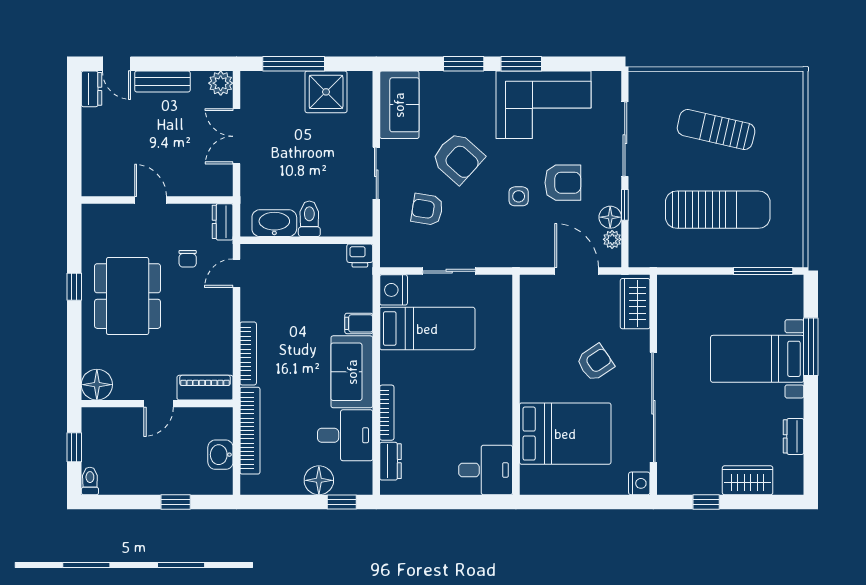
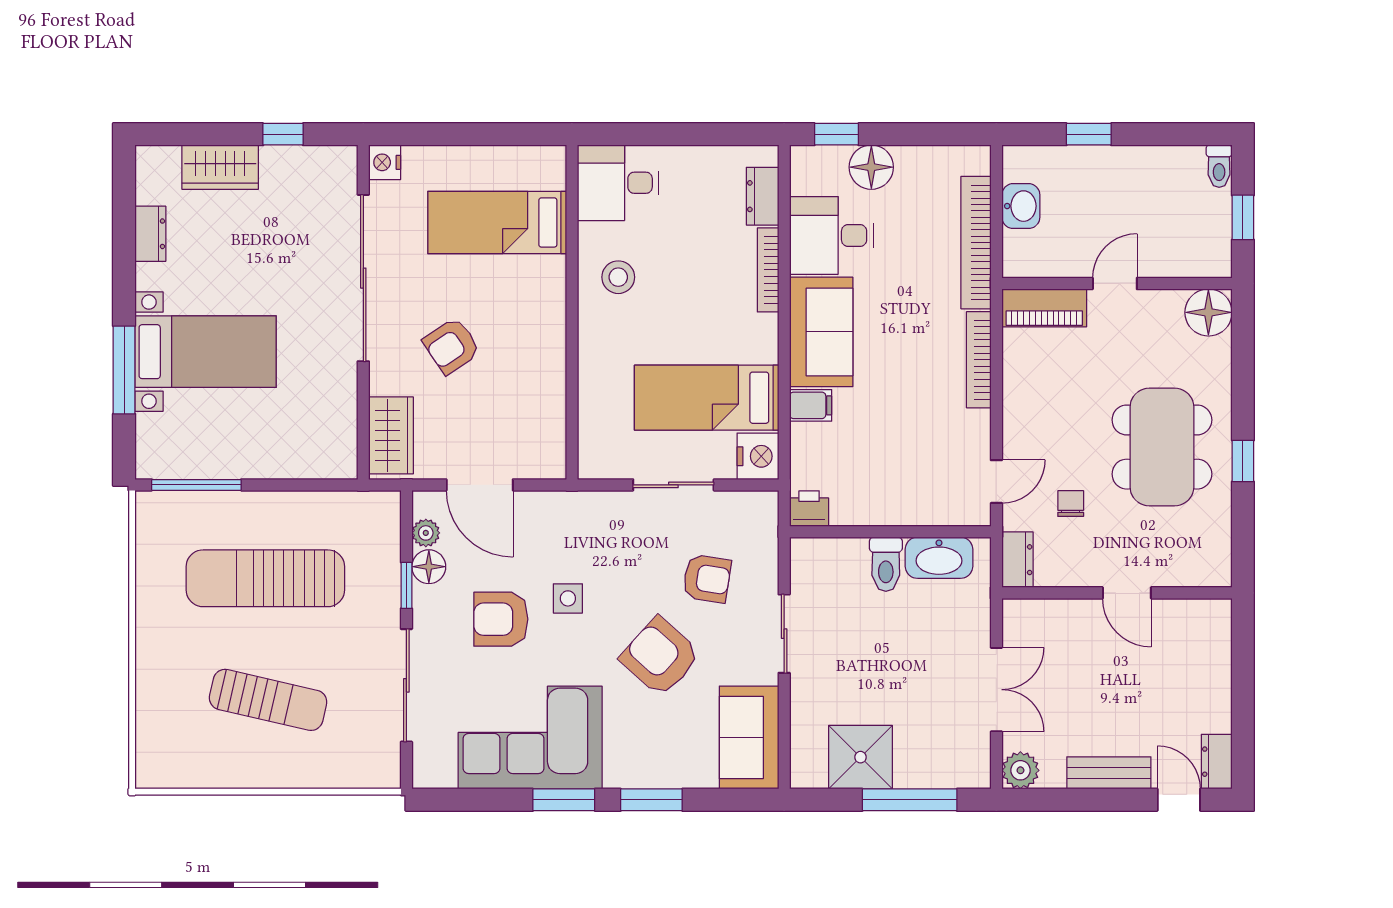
stool: (485, 408) -> (618, 277), added
bed: (565, 434) -> (497, 222), width x0.67

